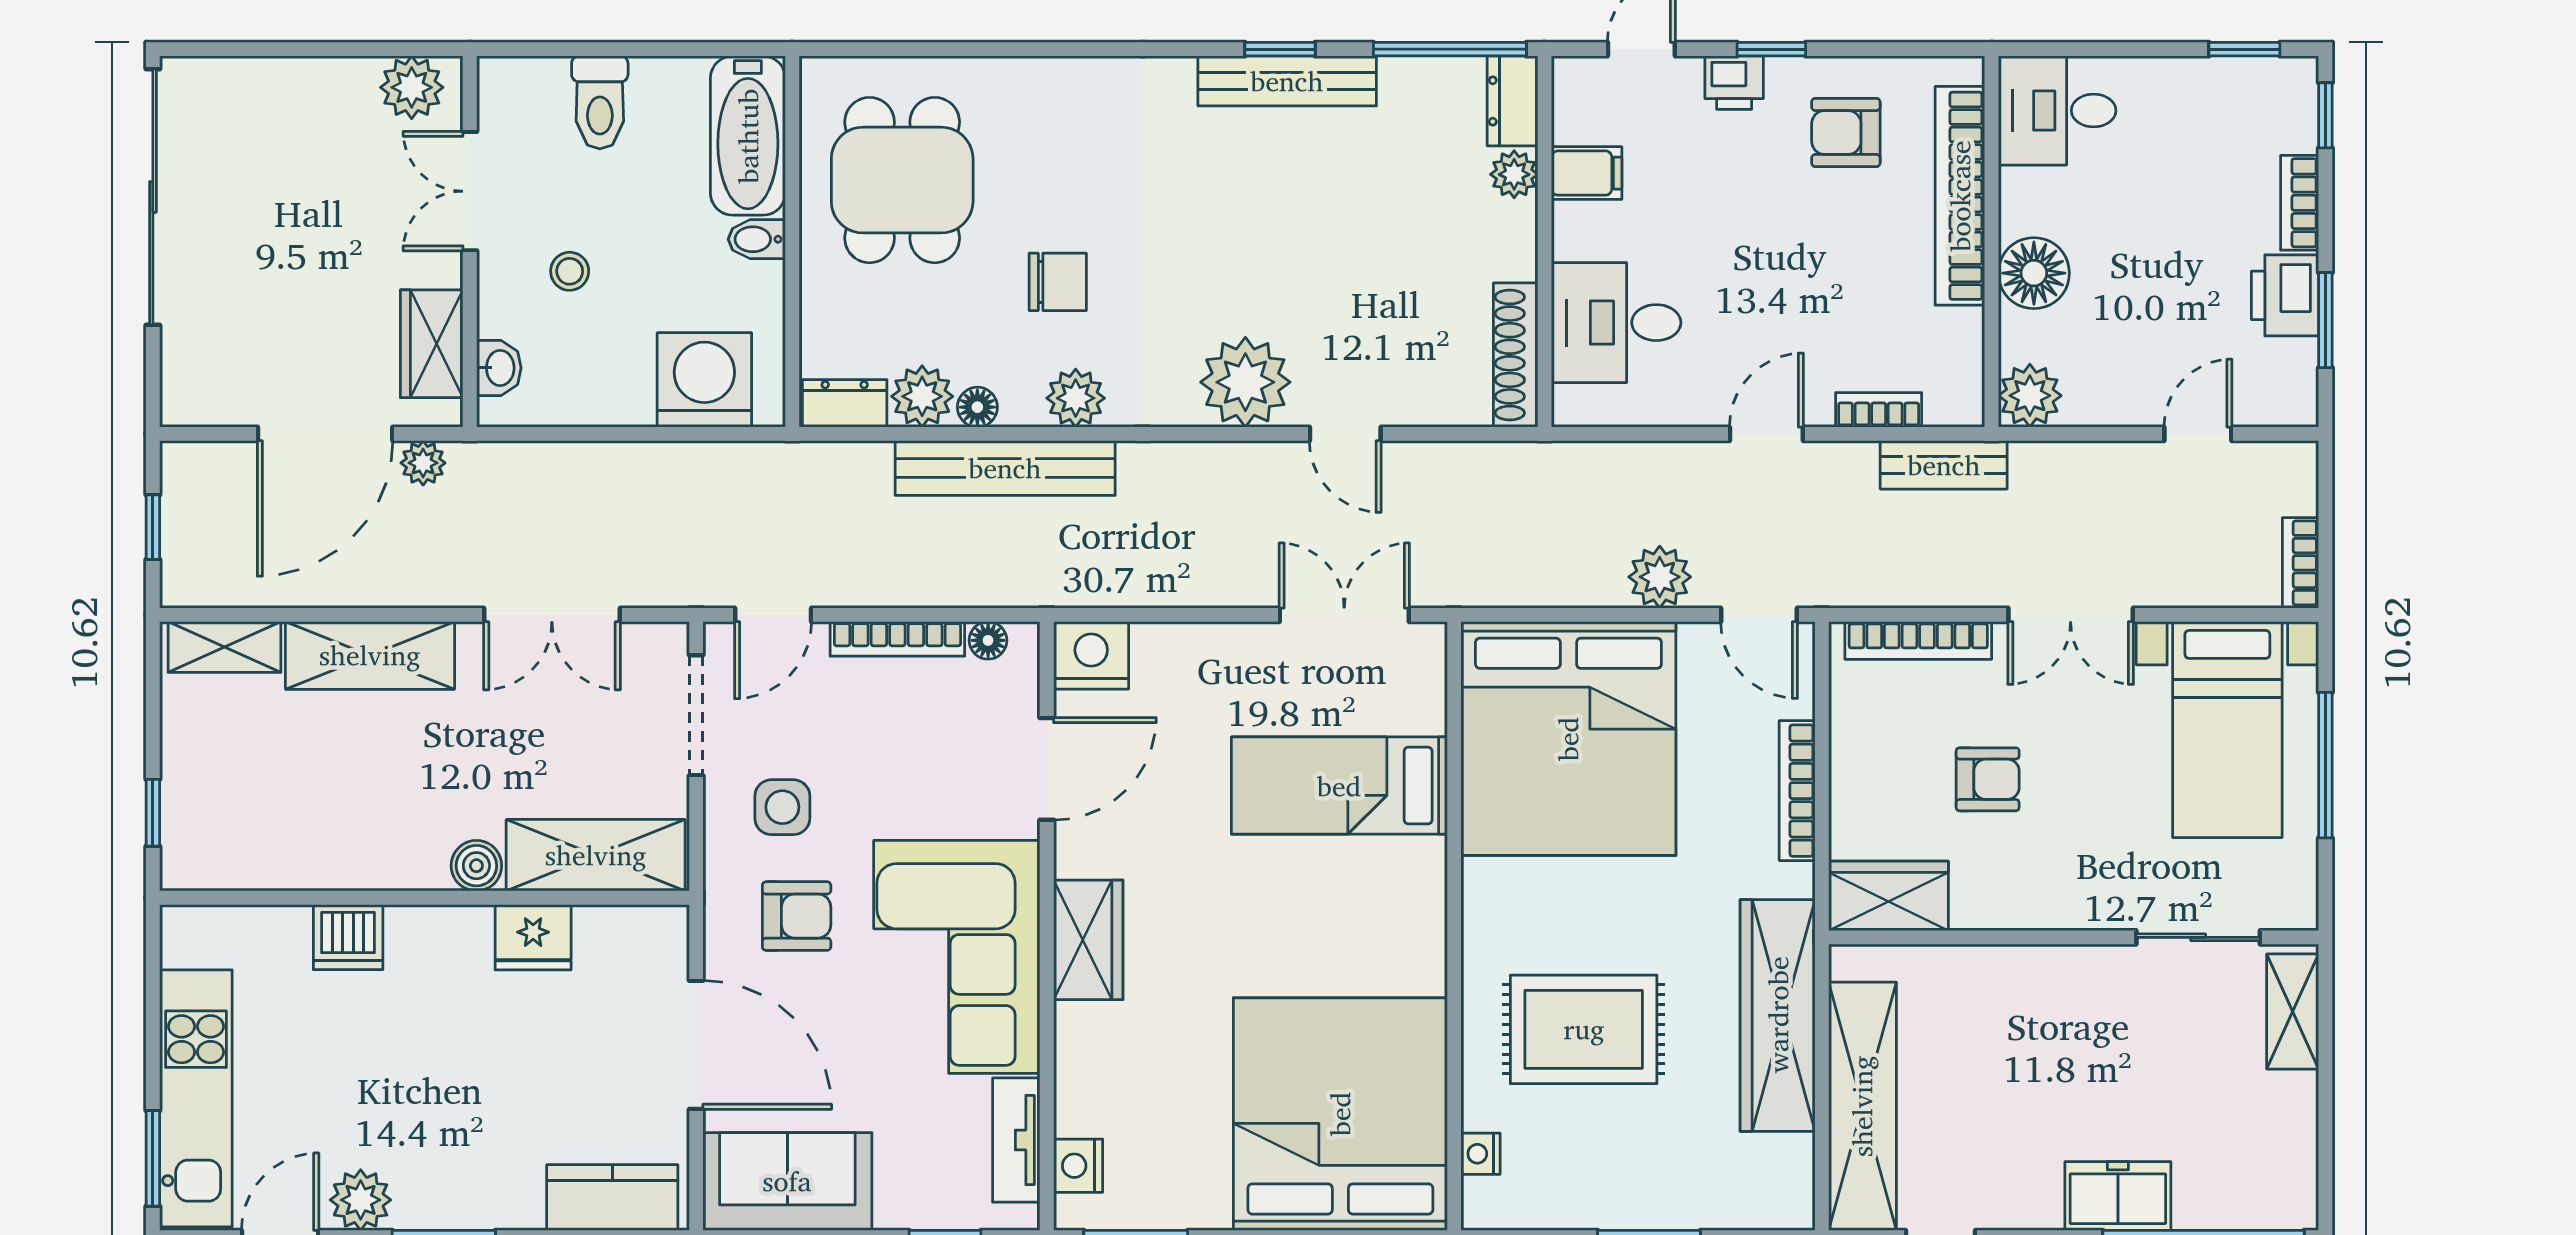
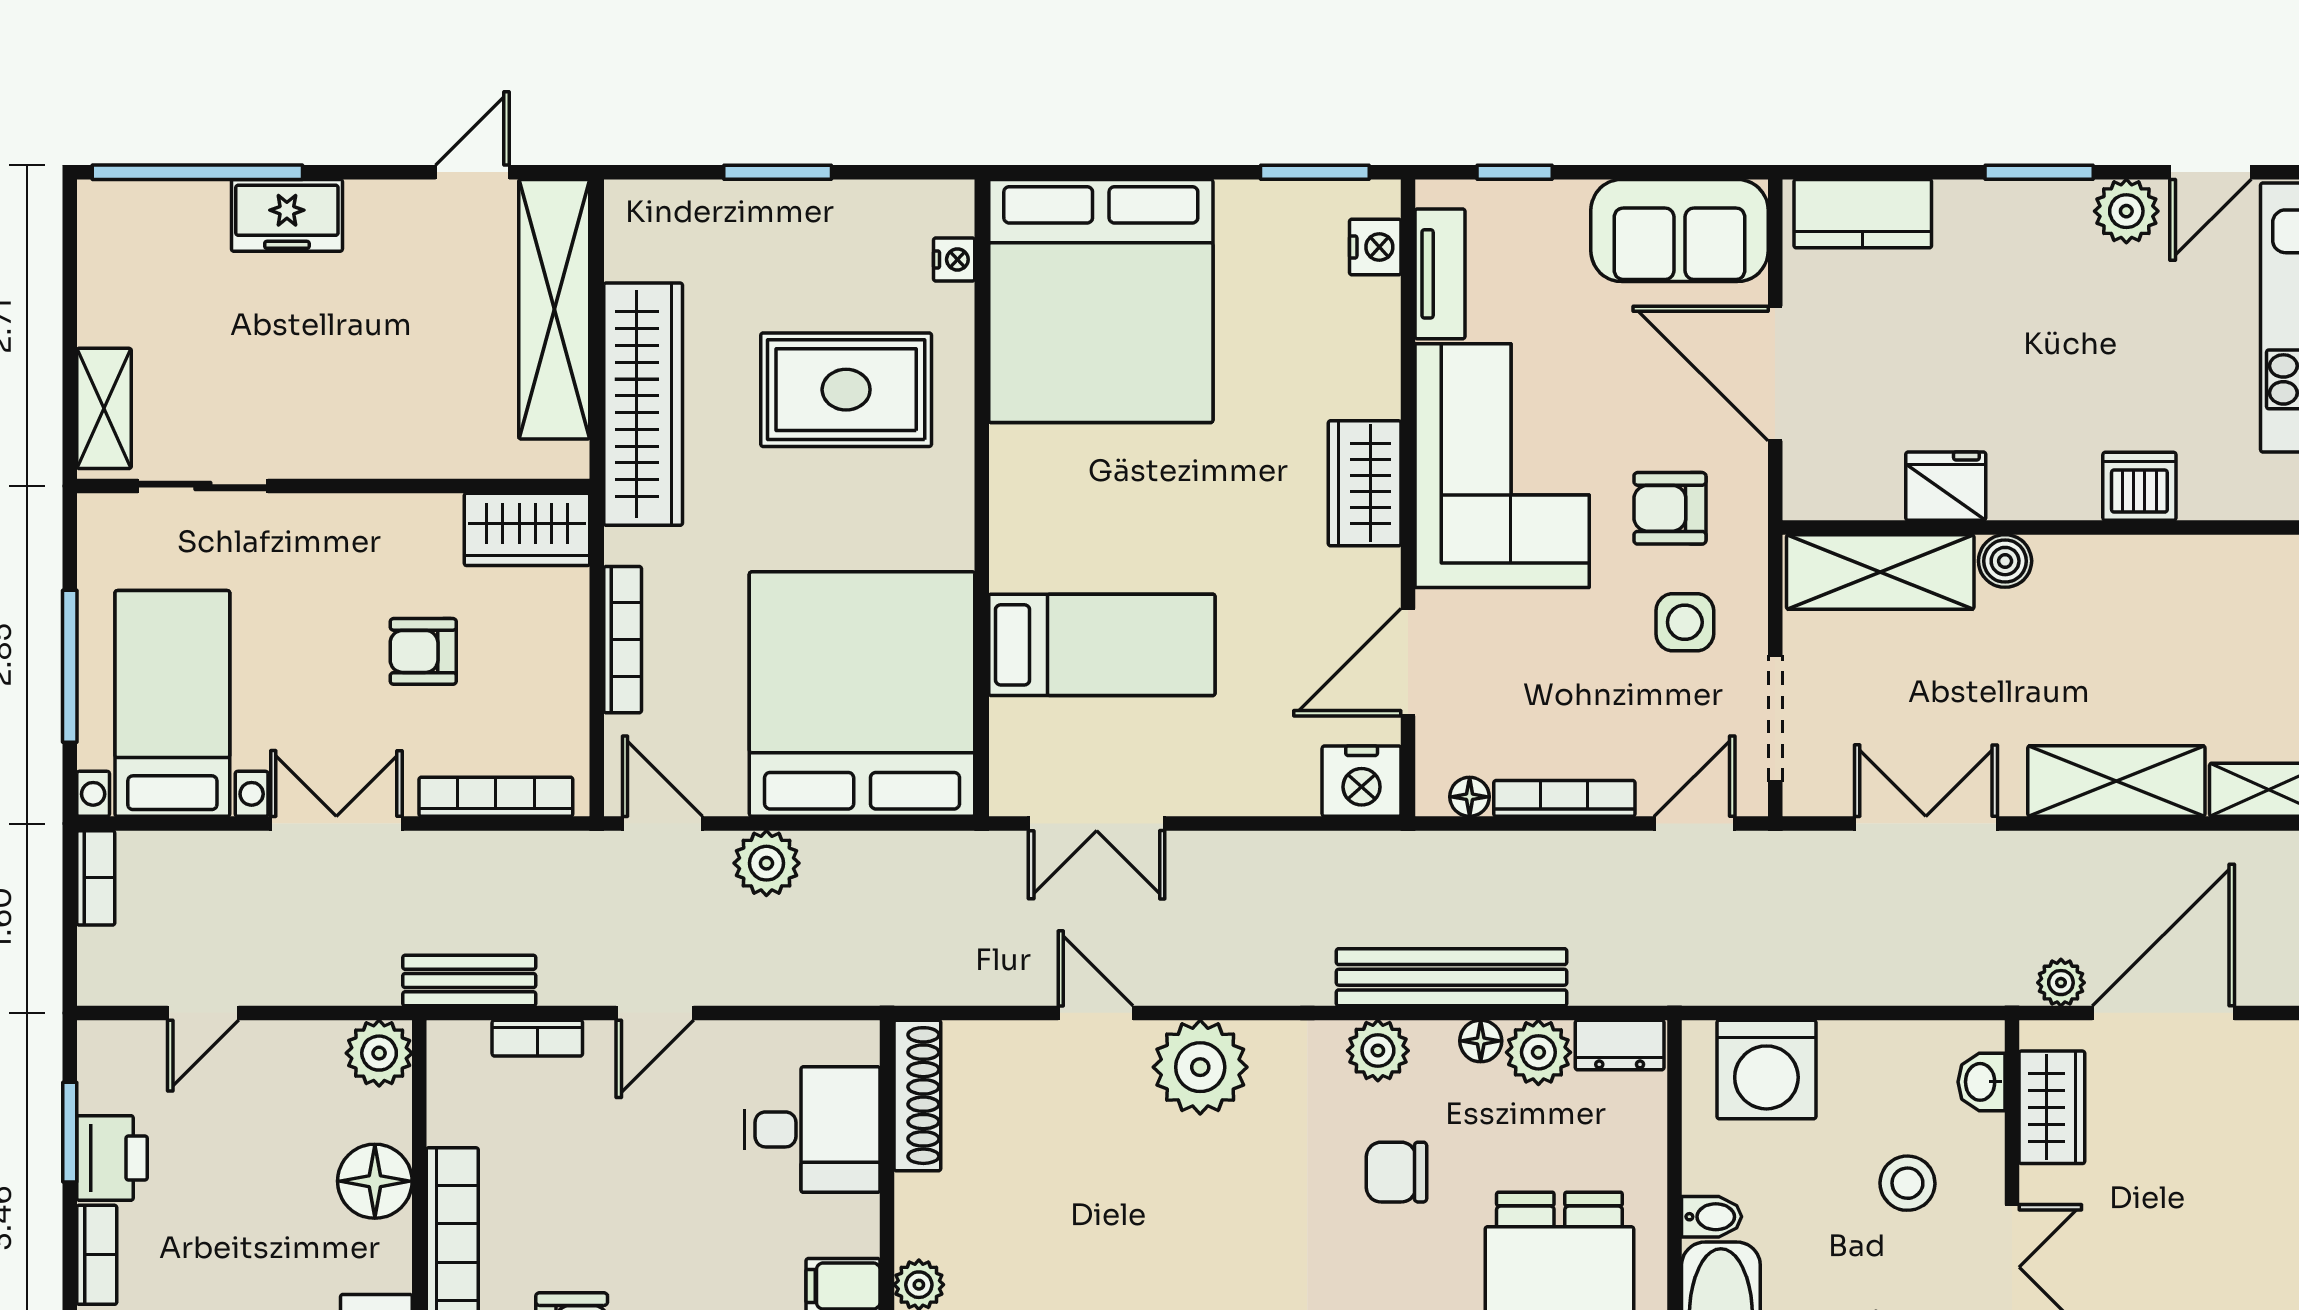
stool: (570, 271) -> (1907, 1183), width x1.37, depth x1.37

